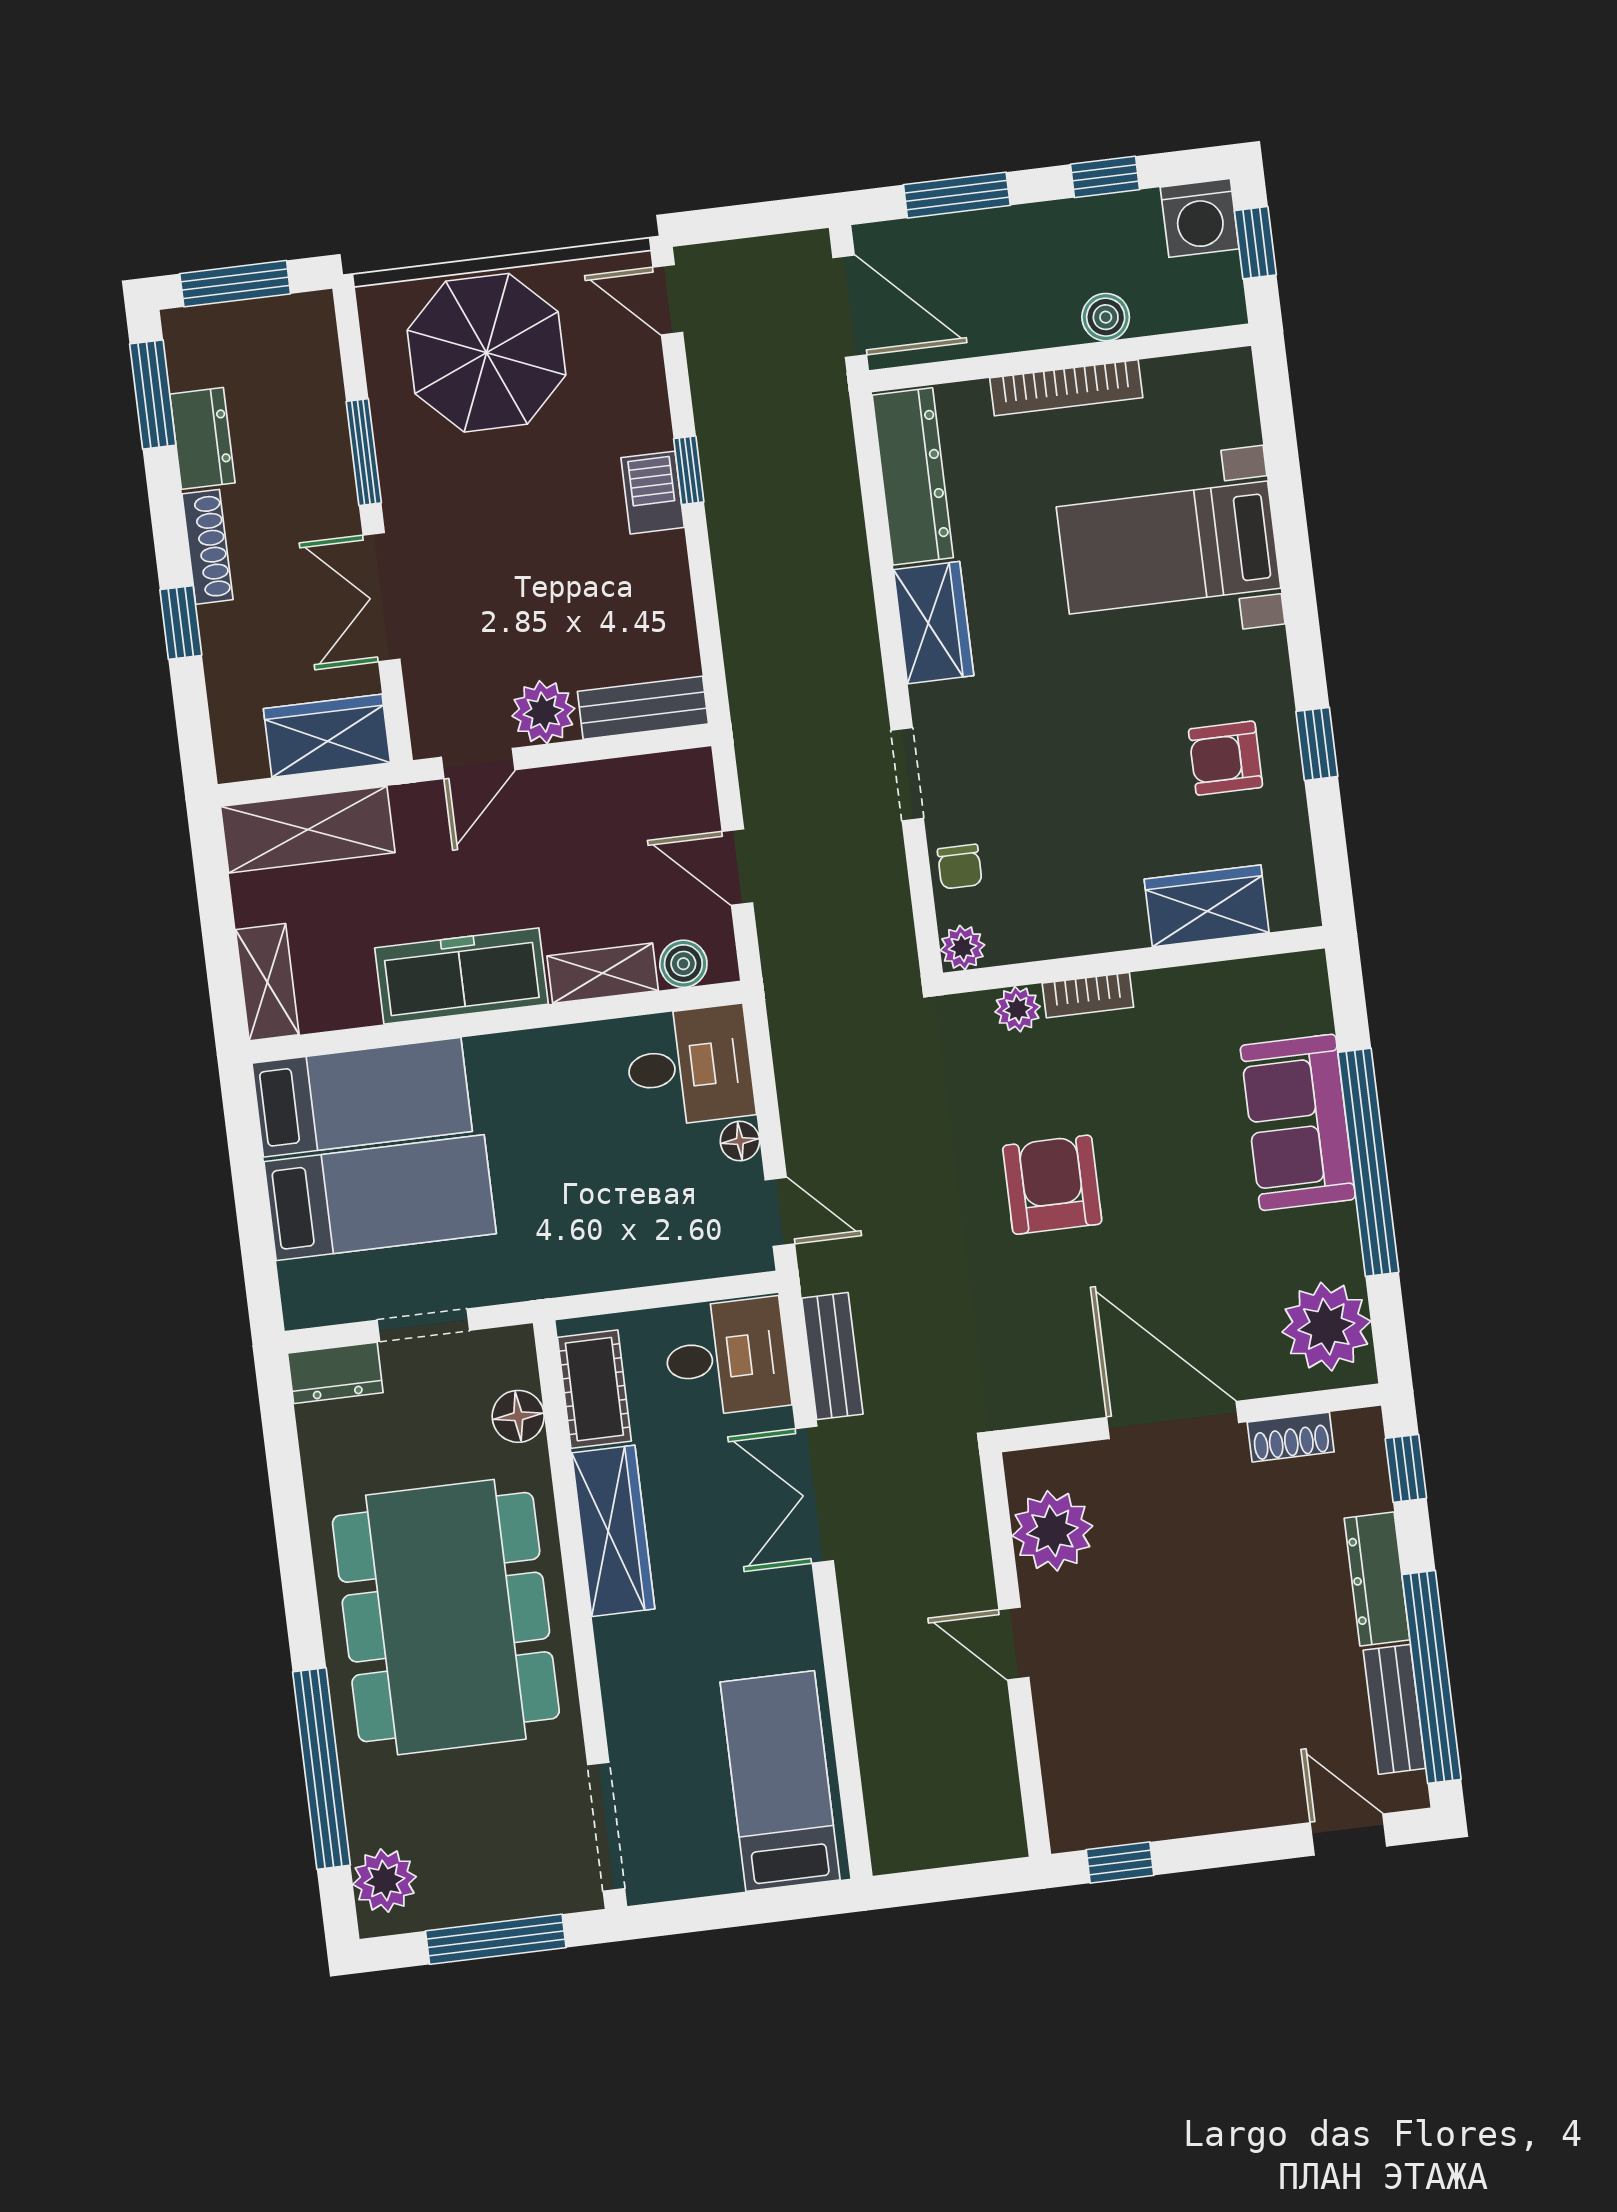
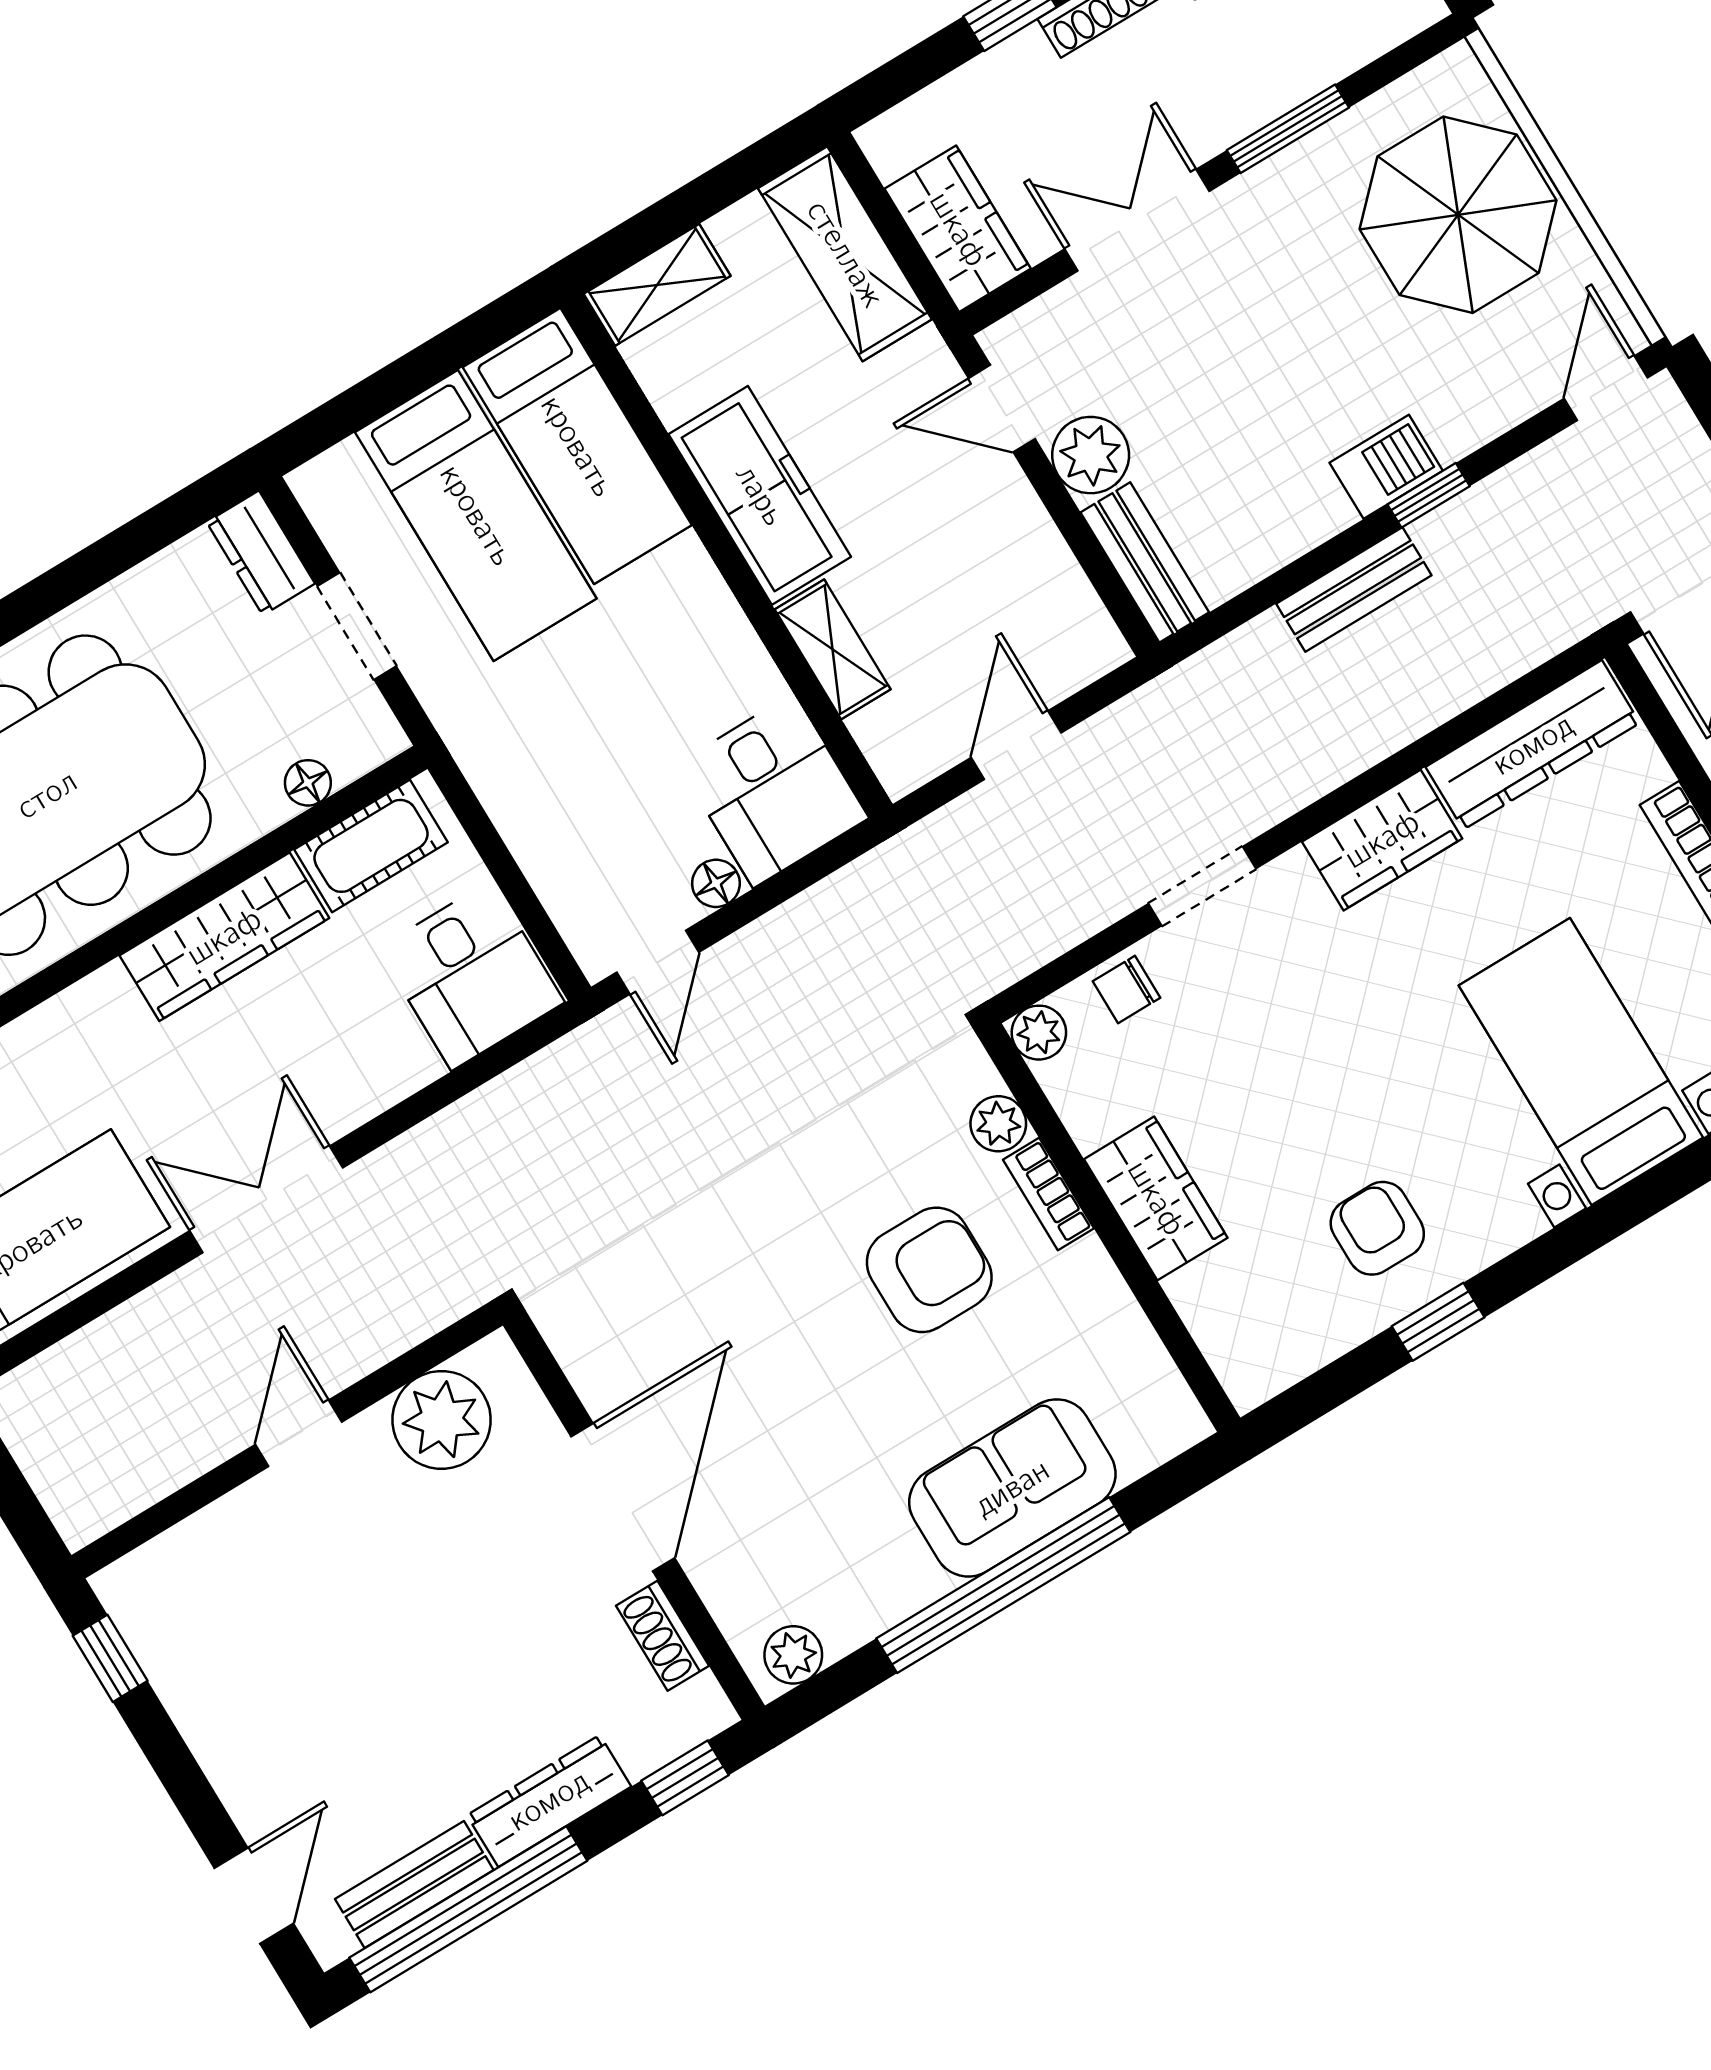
wardrobe: (1207, 906) -> (1156, 1198), moved
boiler: (683, 964) -> (883, 733), removed
armchair: (1052, 1185) -> (929, 1270), moved
plant: (1326, 1327) -> (793, 1655), width x0.53, depth x0.53
bench: (832, 1356) -> (1354, 589), moved
floor lamp: (518, 1416) -> (308, 783), width x0.73, depth x0.73
double door: (814, 1495) -> (266, 1199), moved

